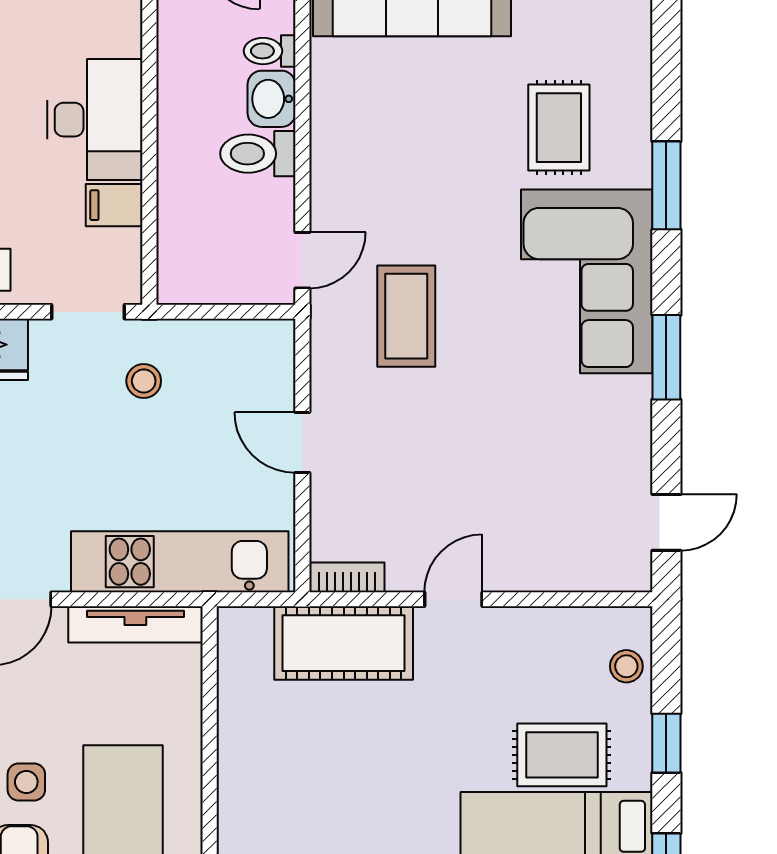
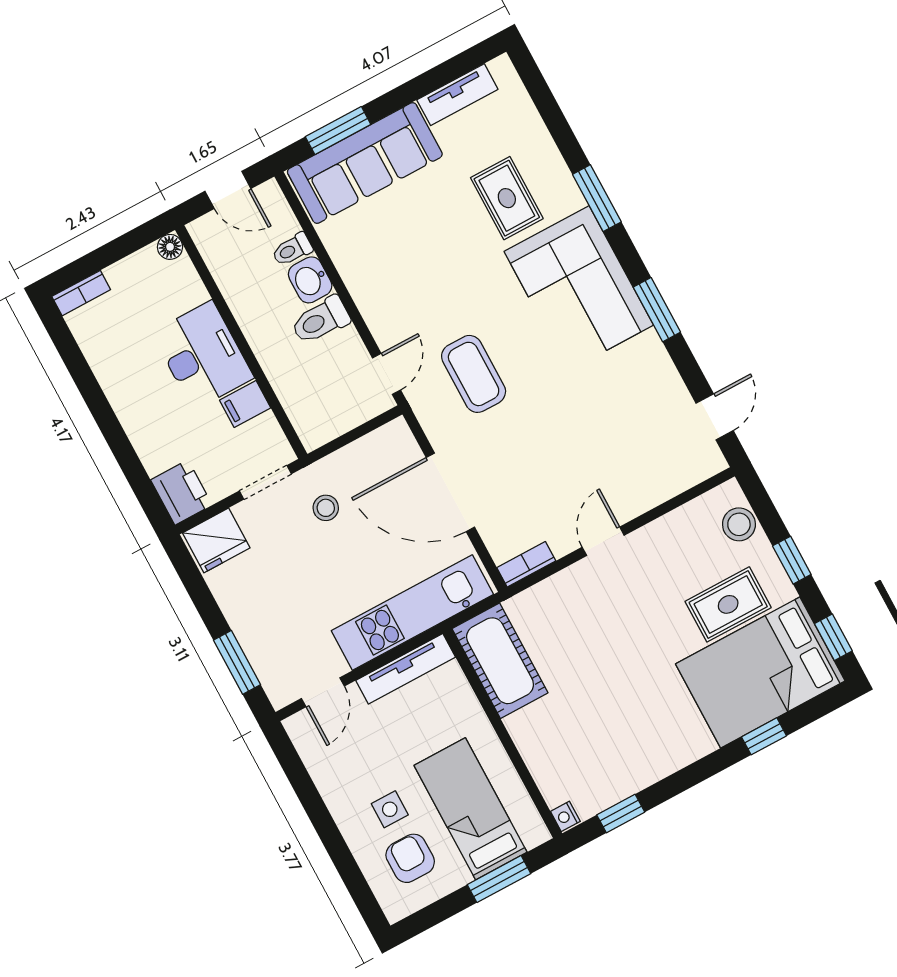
door: (302, 442) -> (450, 492), width x1.87
cot: (344, 643) -> (500, 661), moved, turned 90
stool: (626, 666) -> (739, 524), width x1.37, depth x1.37

